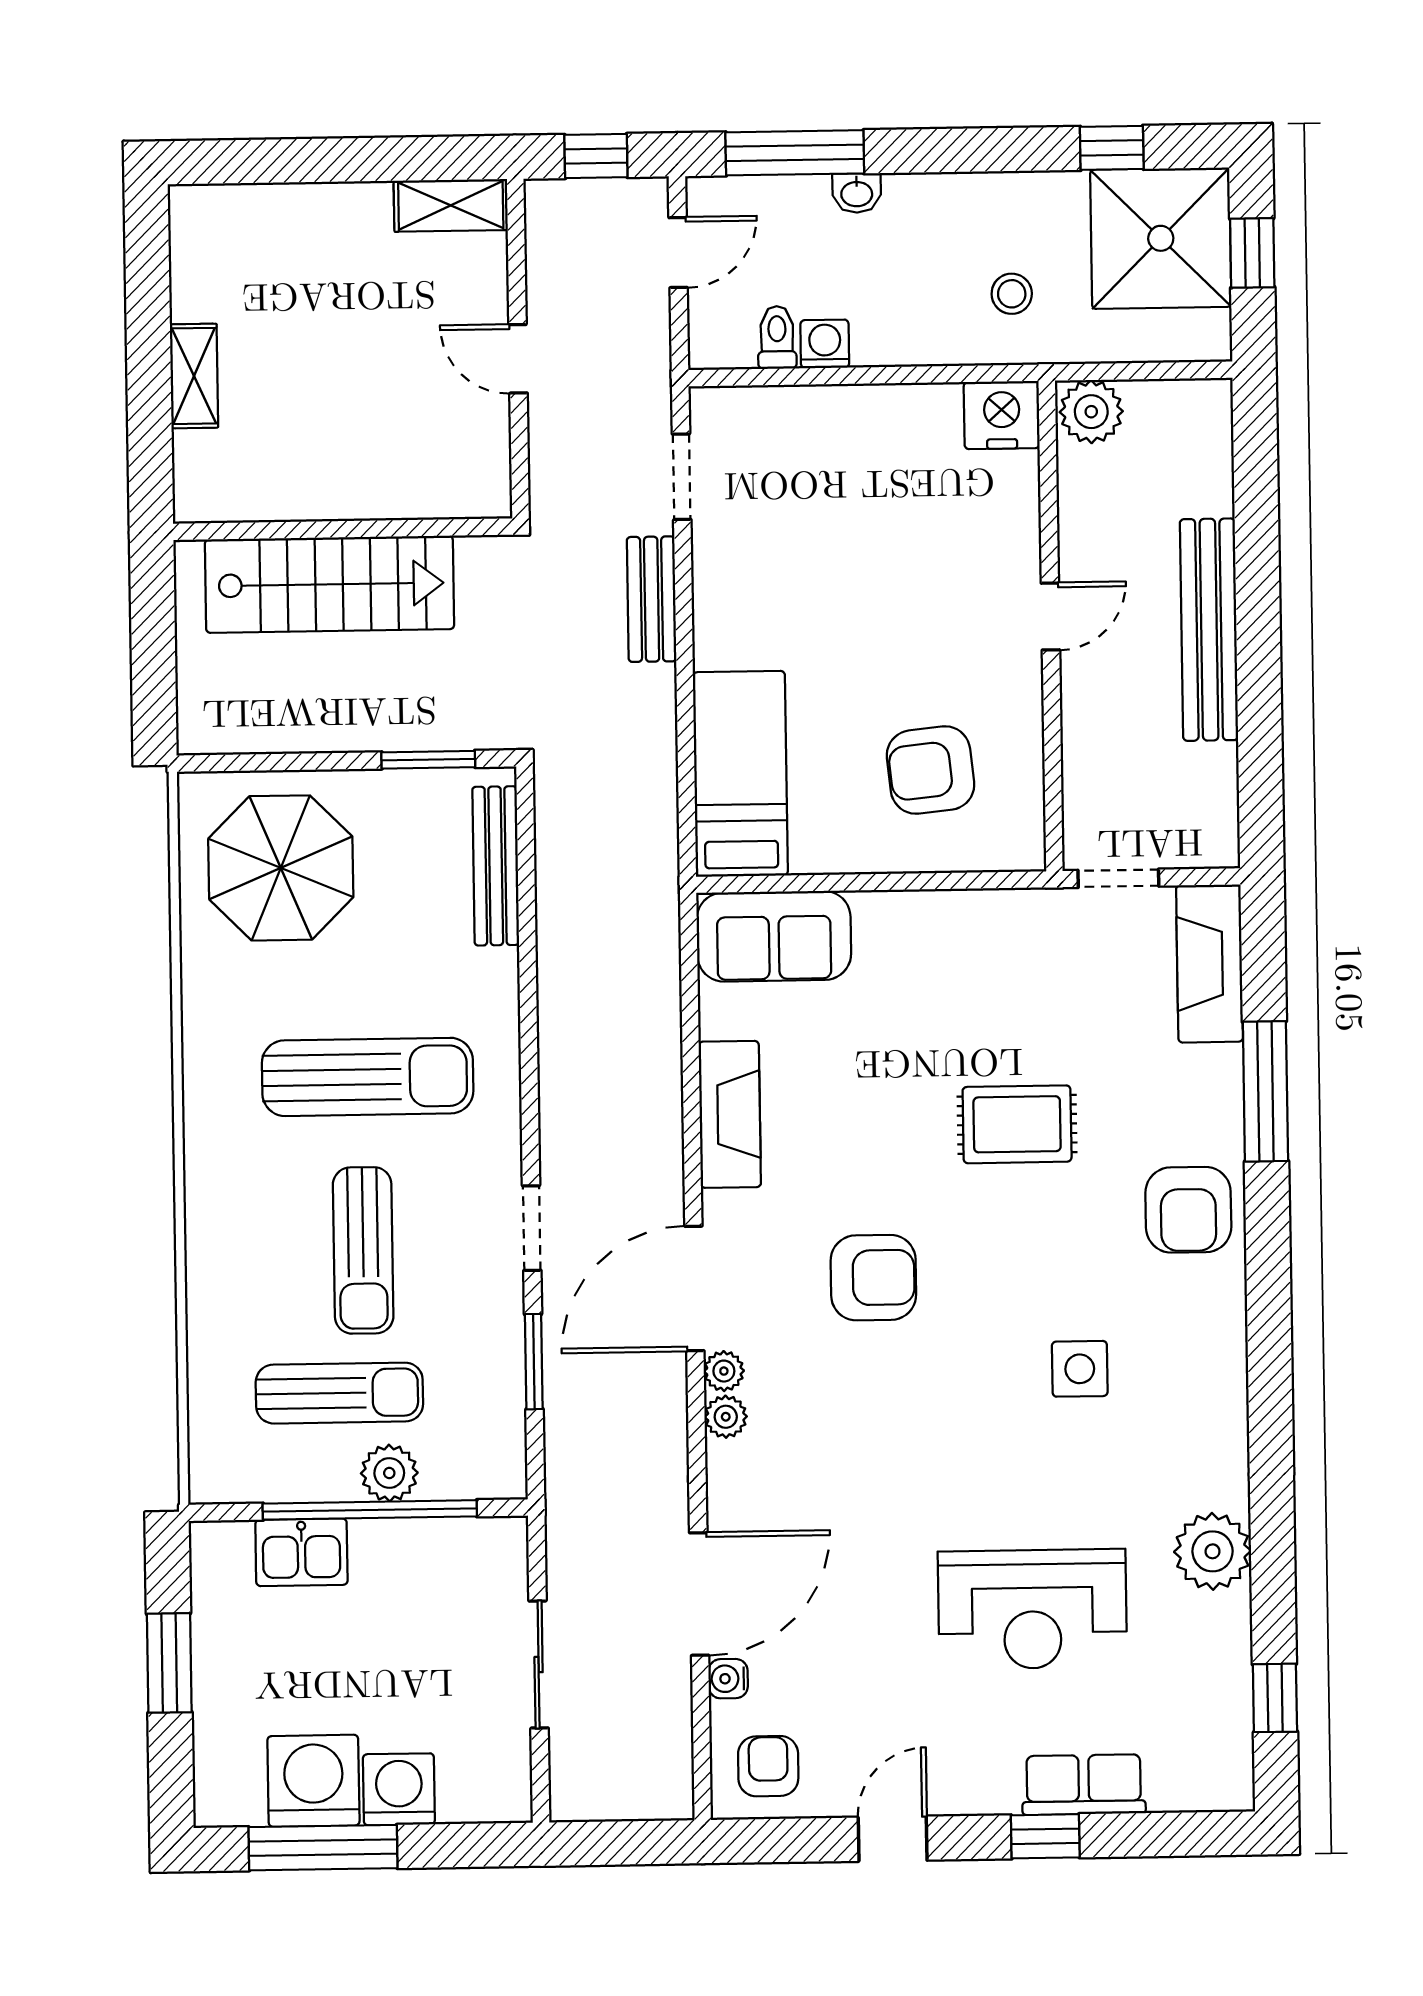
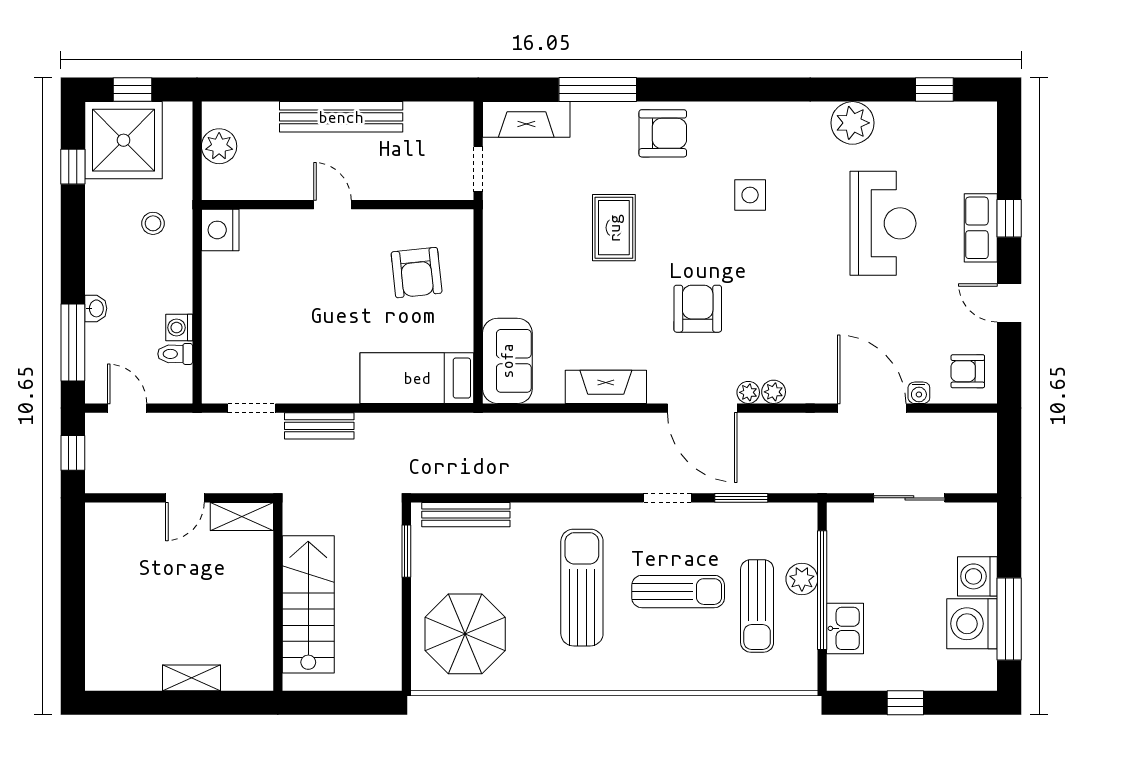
shelving: (451, 205) -> (242, 516), moved, turned 90
plant: (1091, 412) -> (219, 146), moved
sun lounger: (339, 1393) -> (757, 606), turned 180
window: (169, 1663) -> (905, 703), width x0.67
row of seats: (1084, 1785) -> (981, 228), moved

